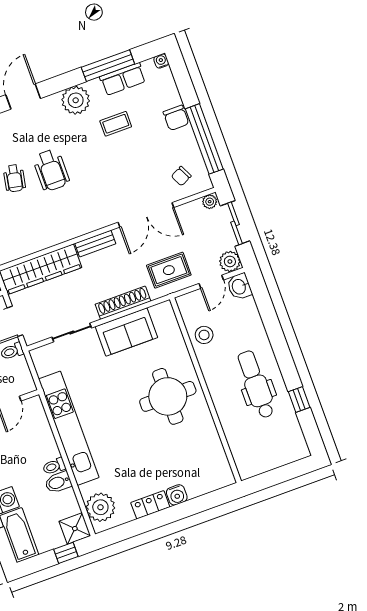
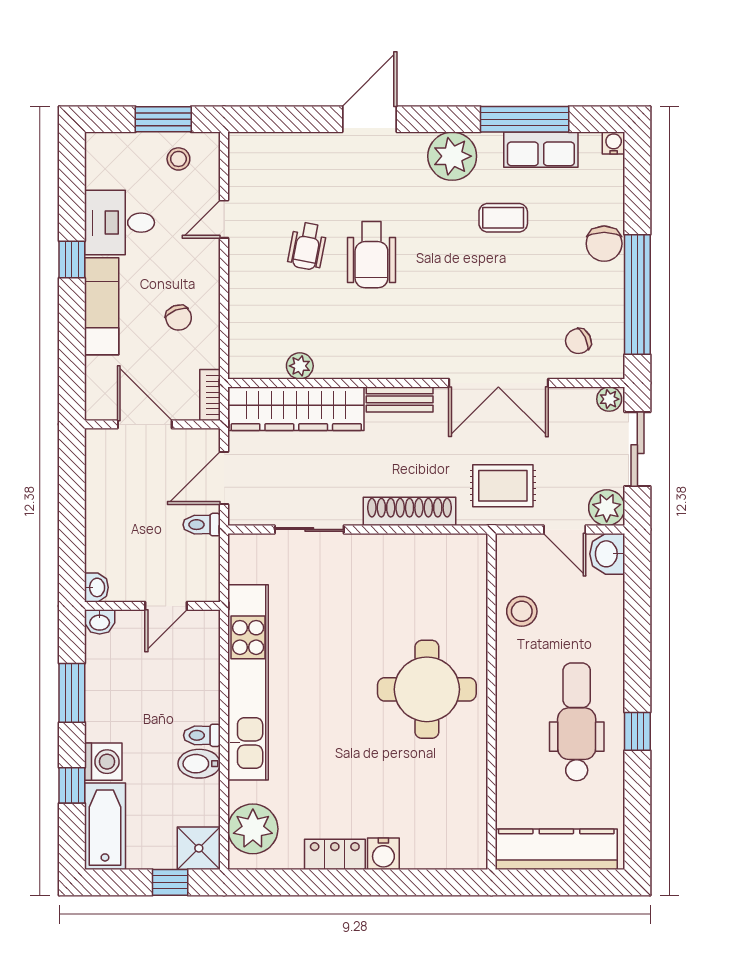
plant: (34, 245) -> (300, 366), added
door: (211, 282) -> (565, 529), hinge flipped
sofa: (126, 332) -> (398, 561), removed
window: (299, 399) -> (637, 731), moved
kitchen counter: (270, 458) -> (556, 849), added

